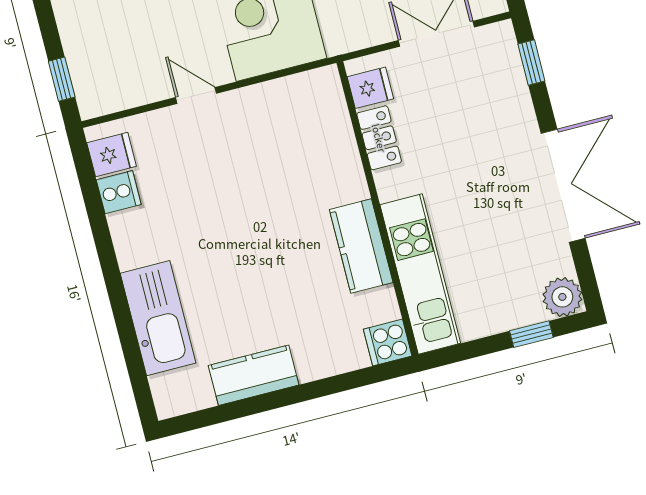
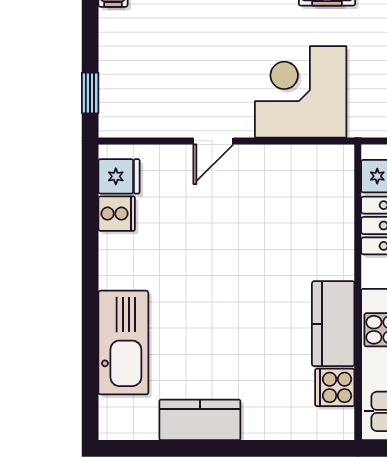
door: (196, 95) -> (213, 141), swing flipped
cooker: (388, 343) -> (335, 387), moved

